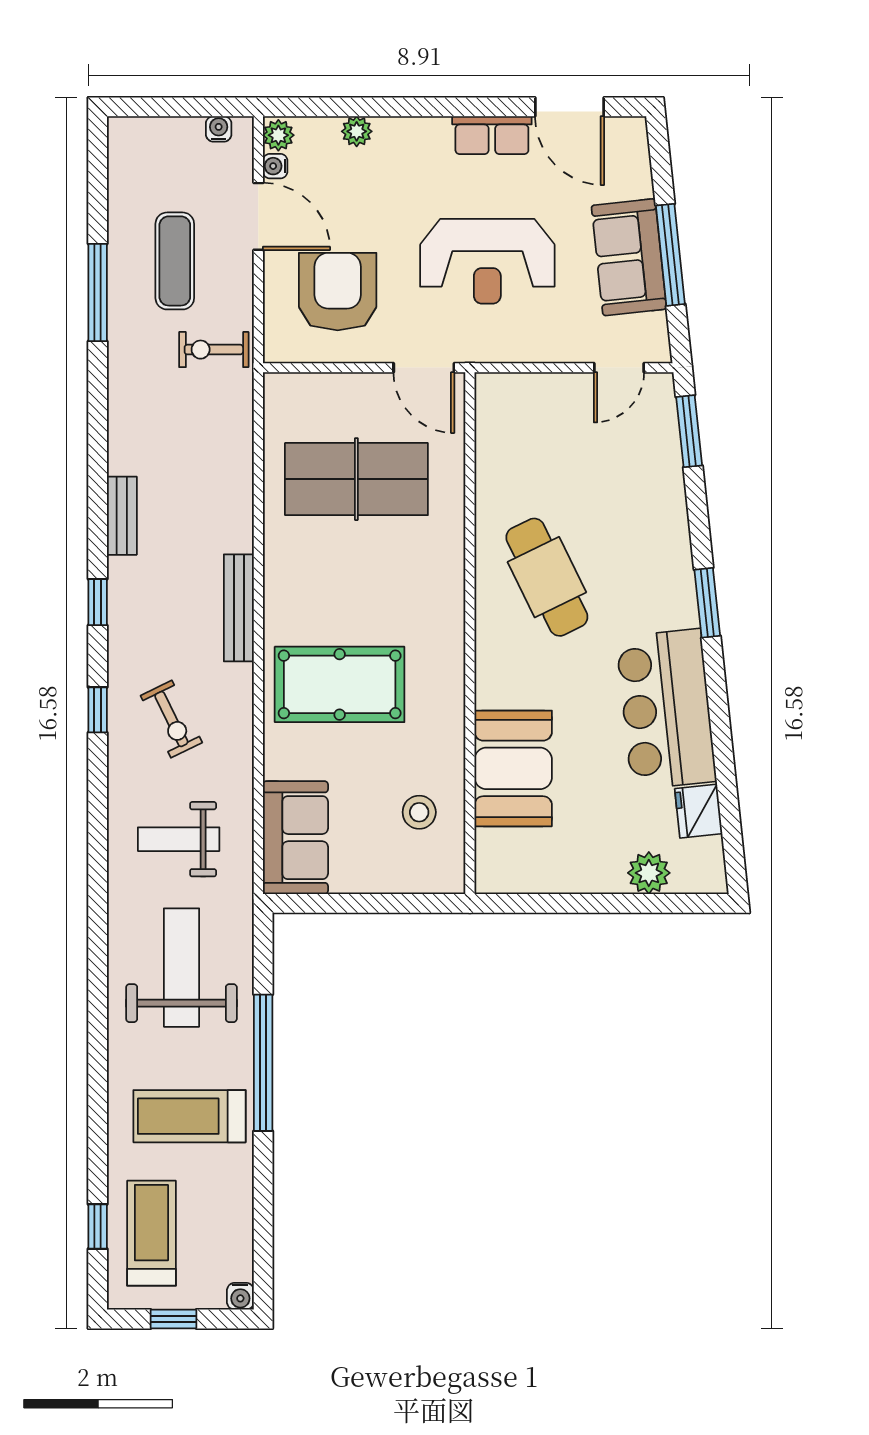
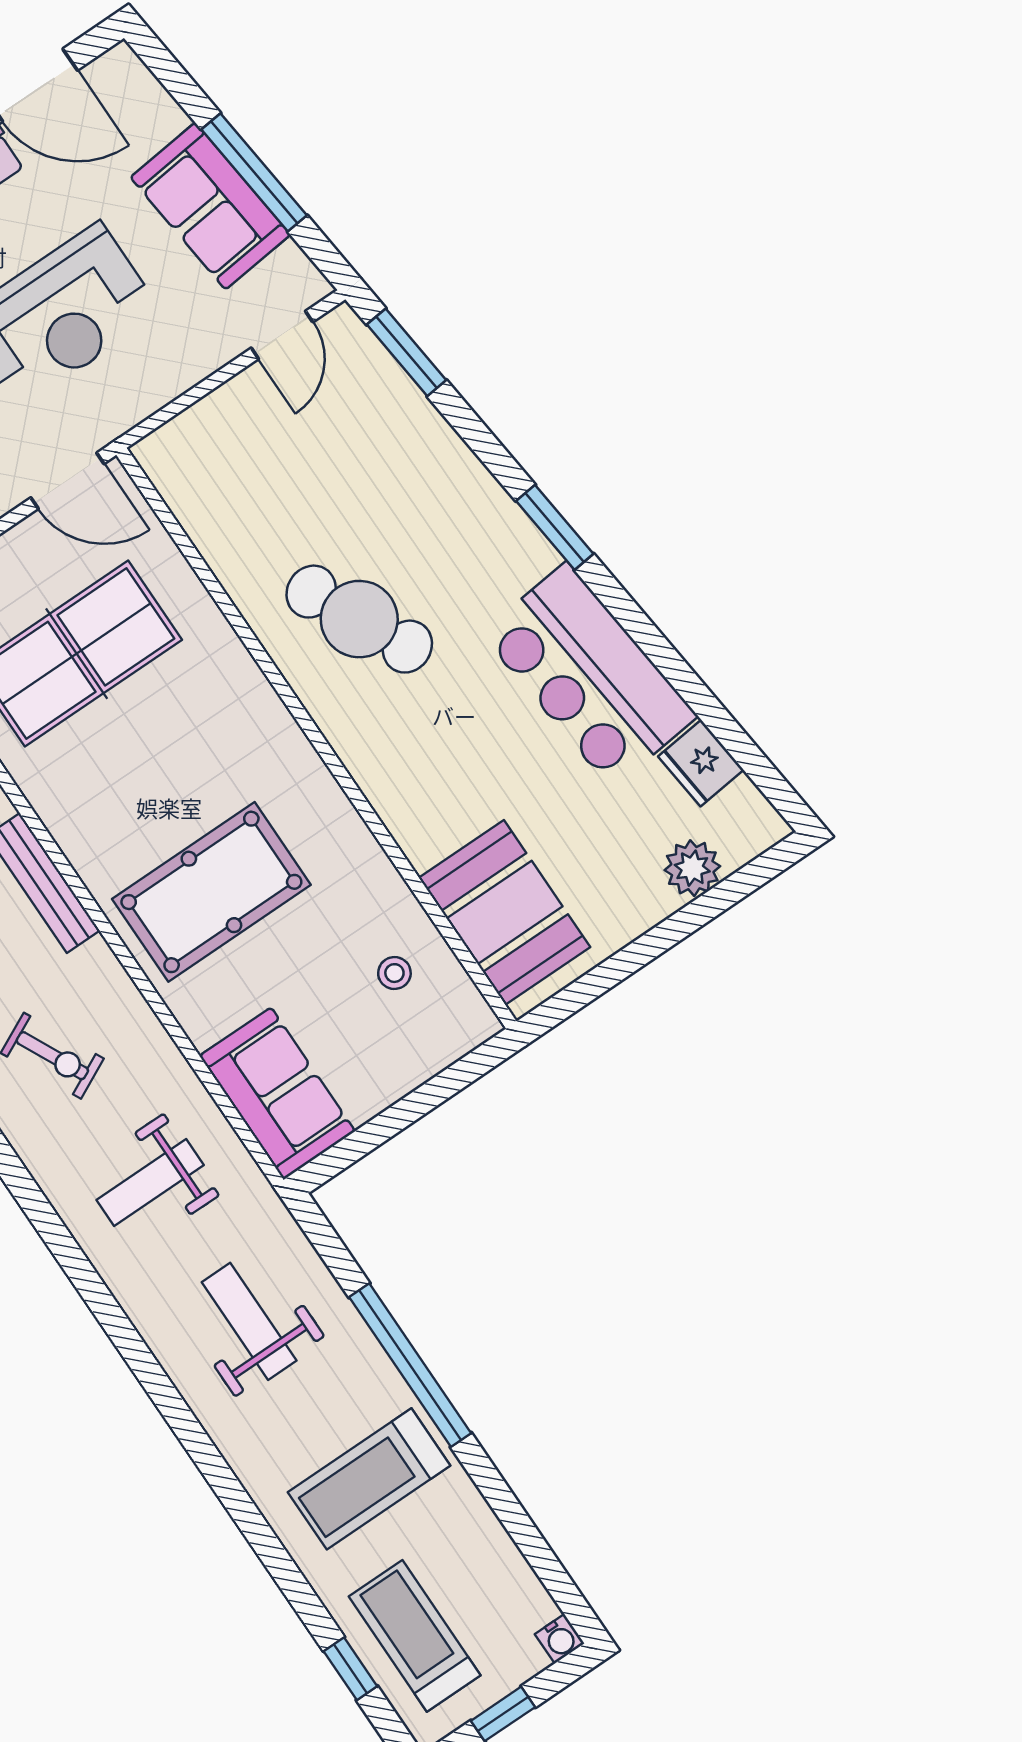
booth: (513, 768) -> (504, 913), moved
stool: (419, 812) -> (394, 973), width x0.73, depth x0.73
weight bench: (181, 968) -> (249, 1321), width x0.73, depth x0.75

